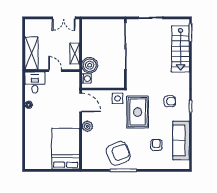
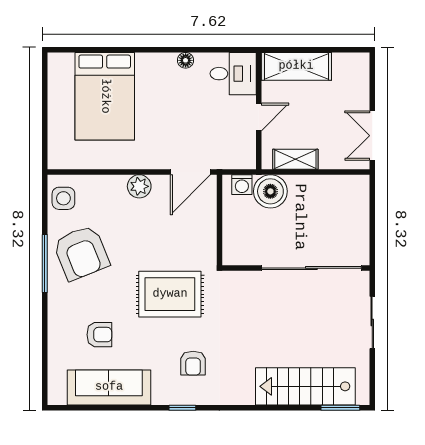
side table: (118, 98) -> (63, 198), moved
bed: (66, 149) -> (105, 96), moved, turned 90

